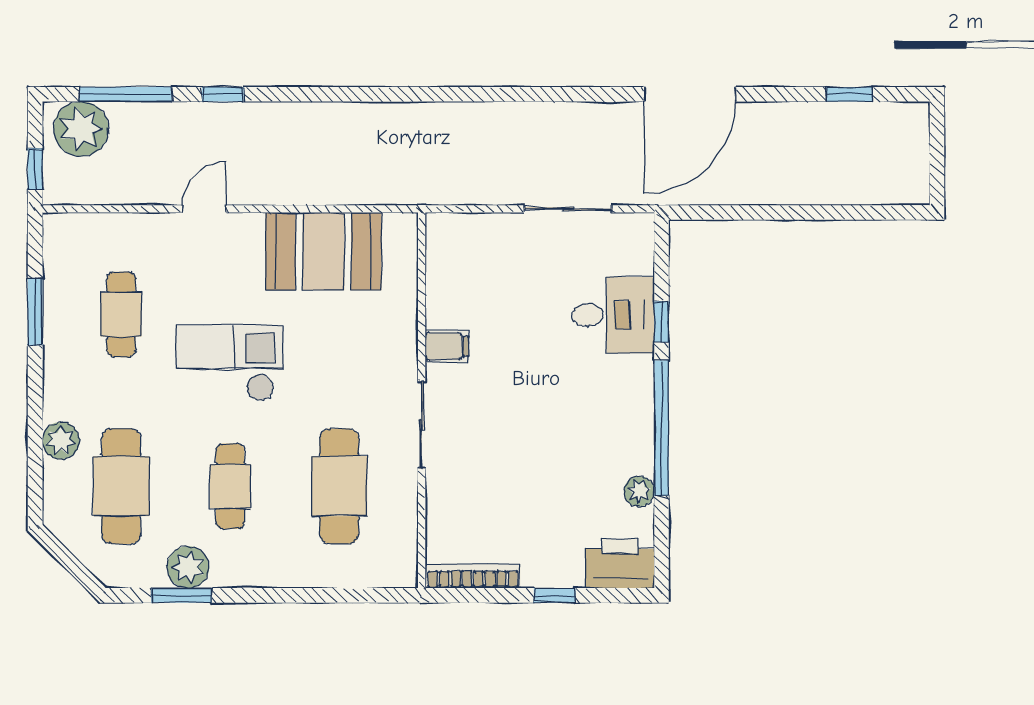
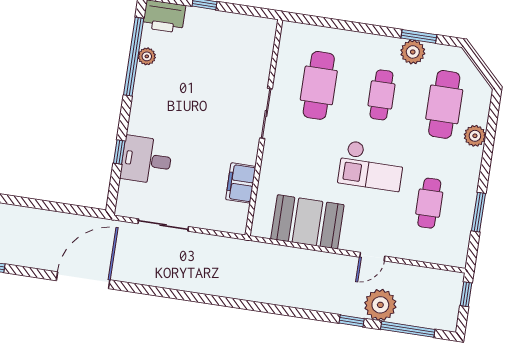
plant: (81, 129) -> (380, 305), moved
filing cabinet: (447, 346) -> (241, 183), moved, width x2.00
window: (661, 428) -> (134, 57), moved
bookcase: (473, 576) -> (250, 22), removed

